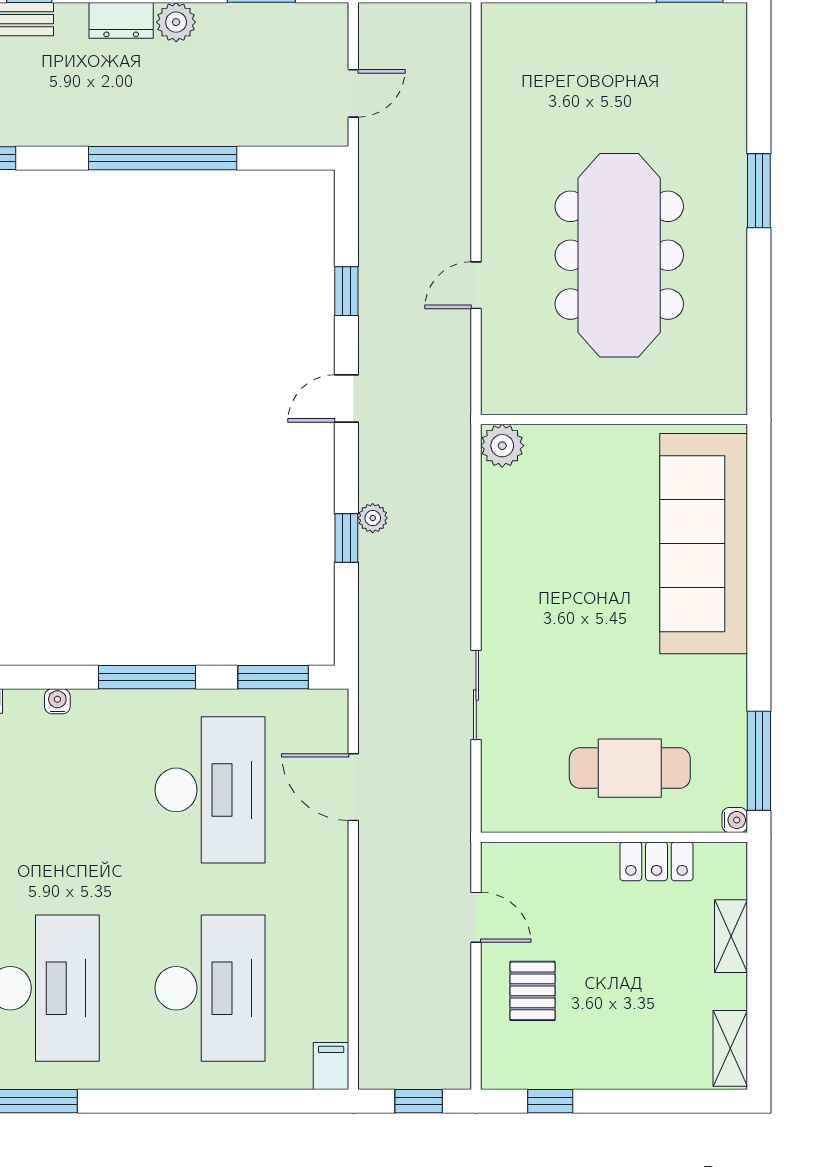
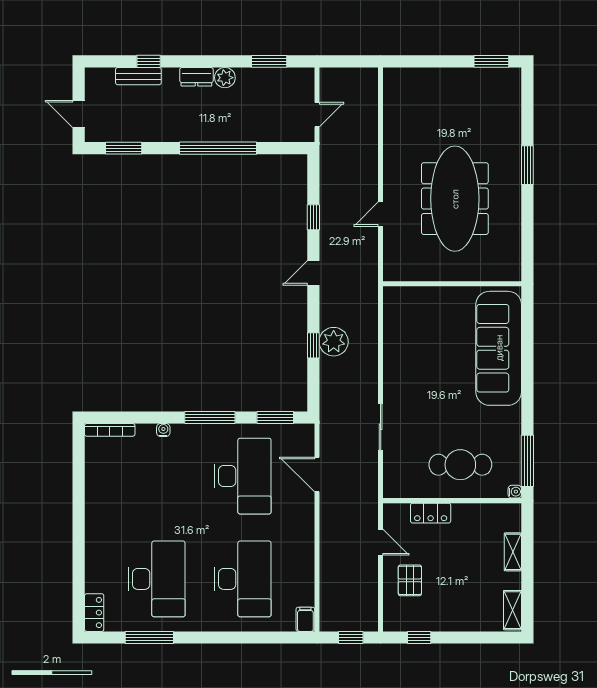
plant: (502, 446) -> (394, 297), removed
plant: (373, 518) -> (334, 342), width x1.87, depth x1.87
locker: (657, 861) -> (431, 513), moved

